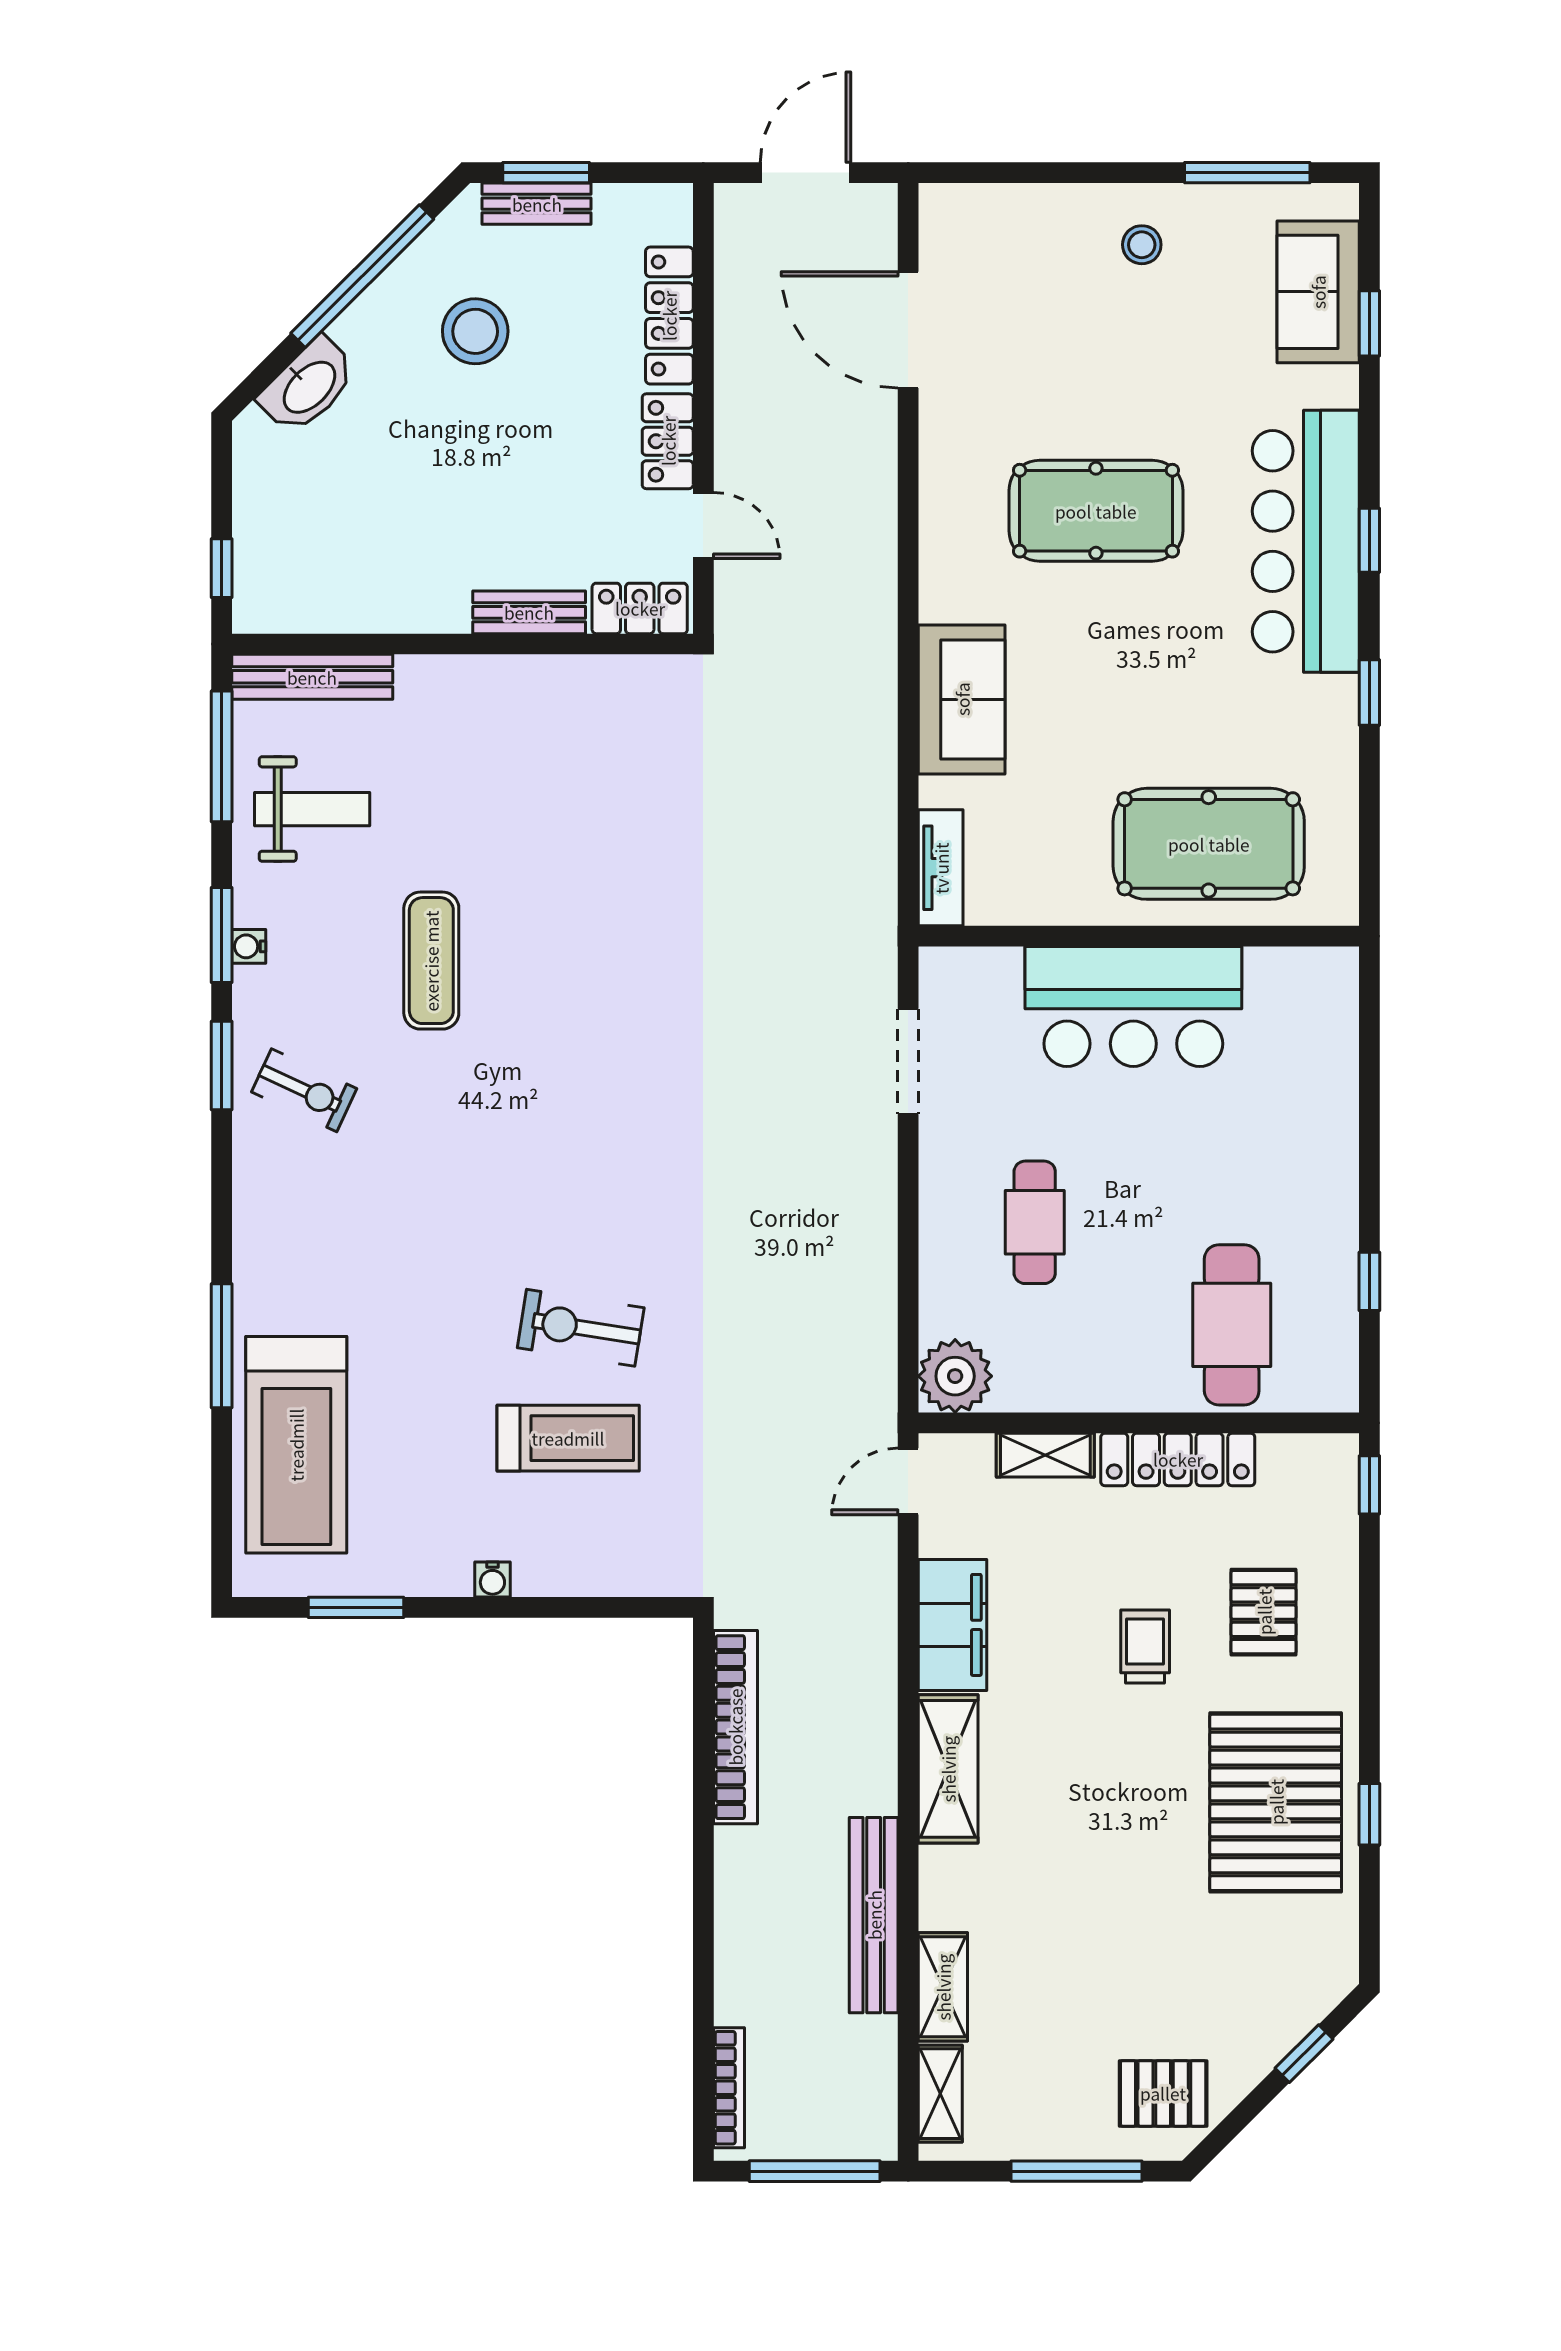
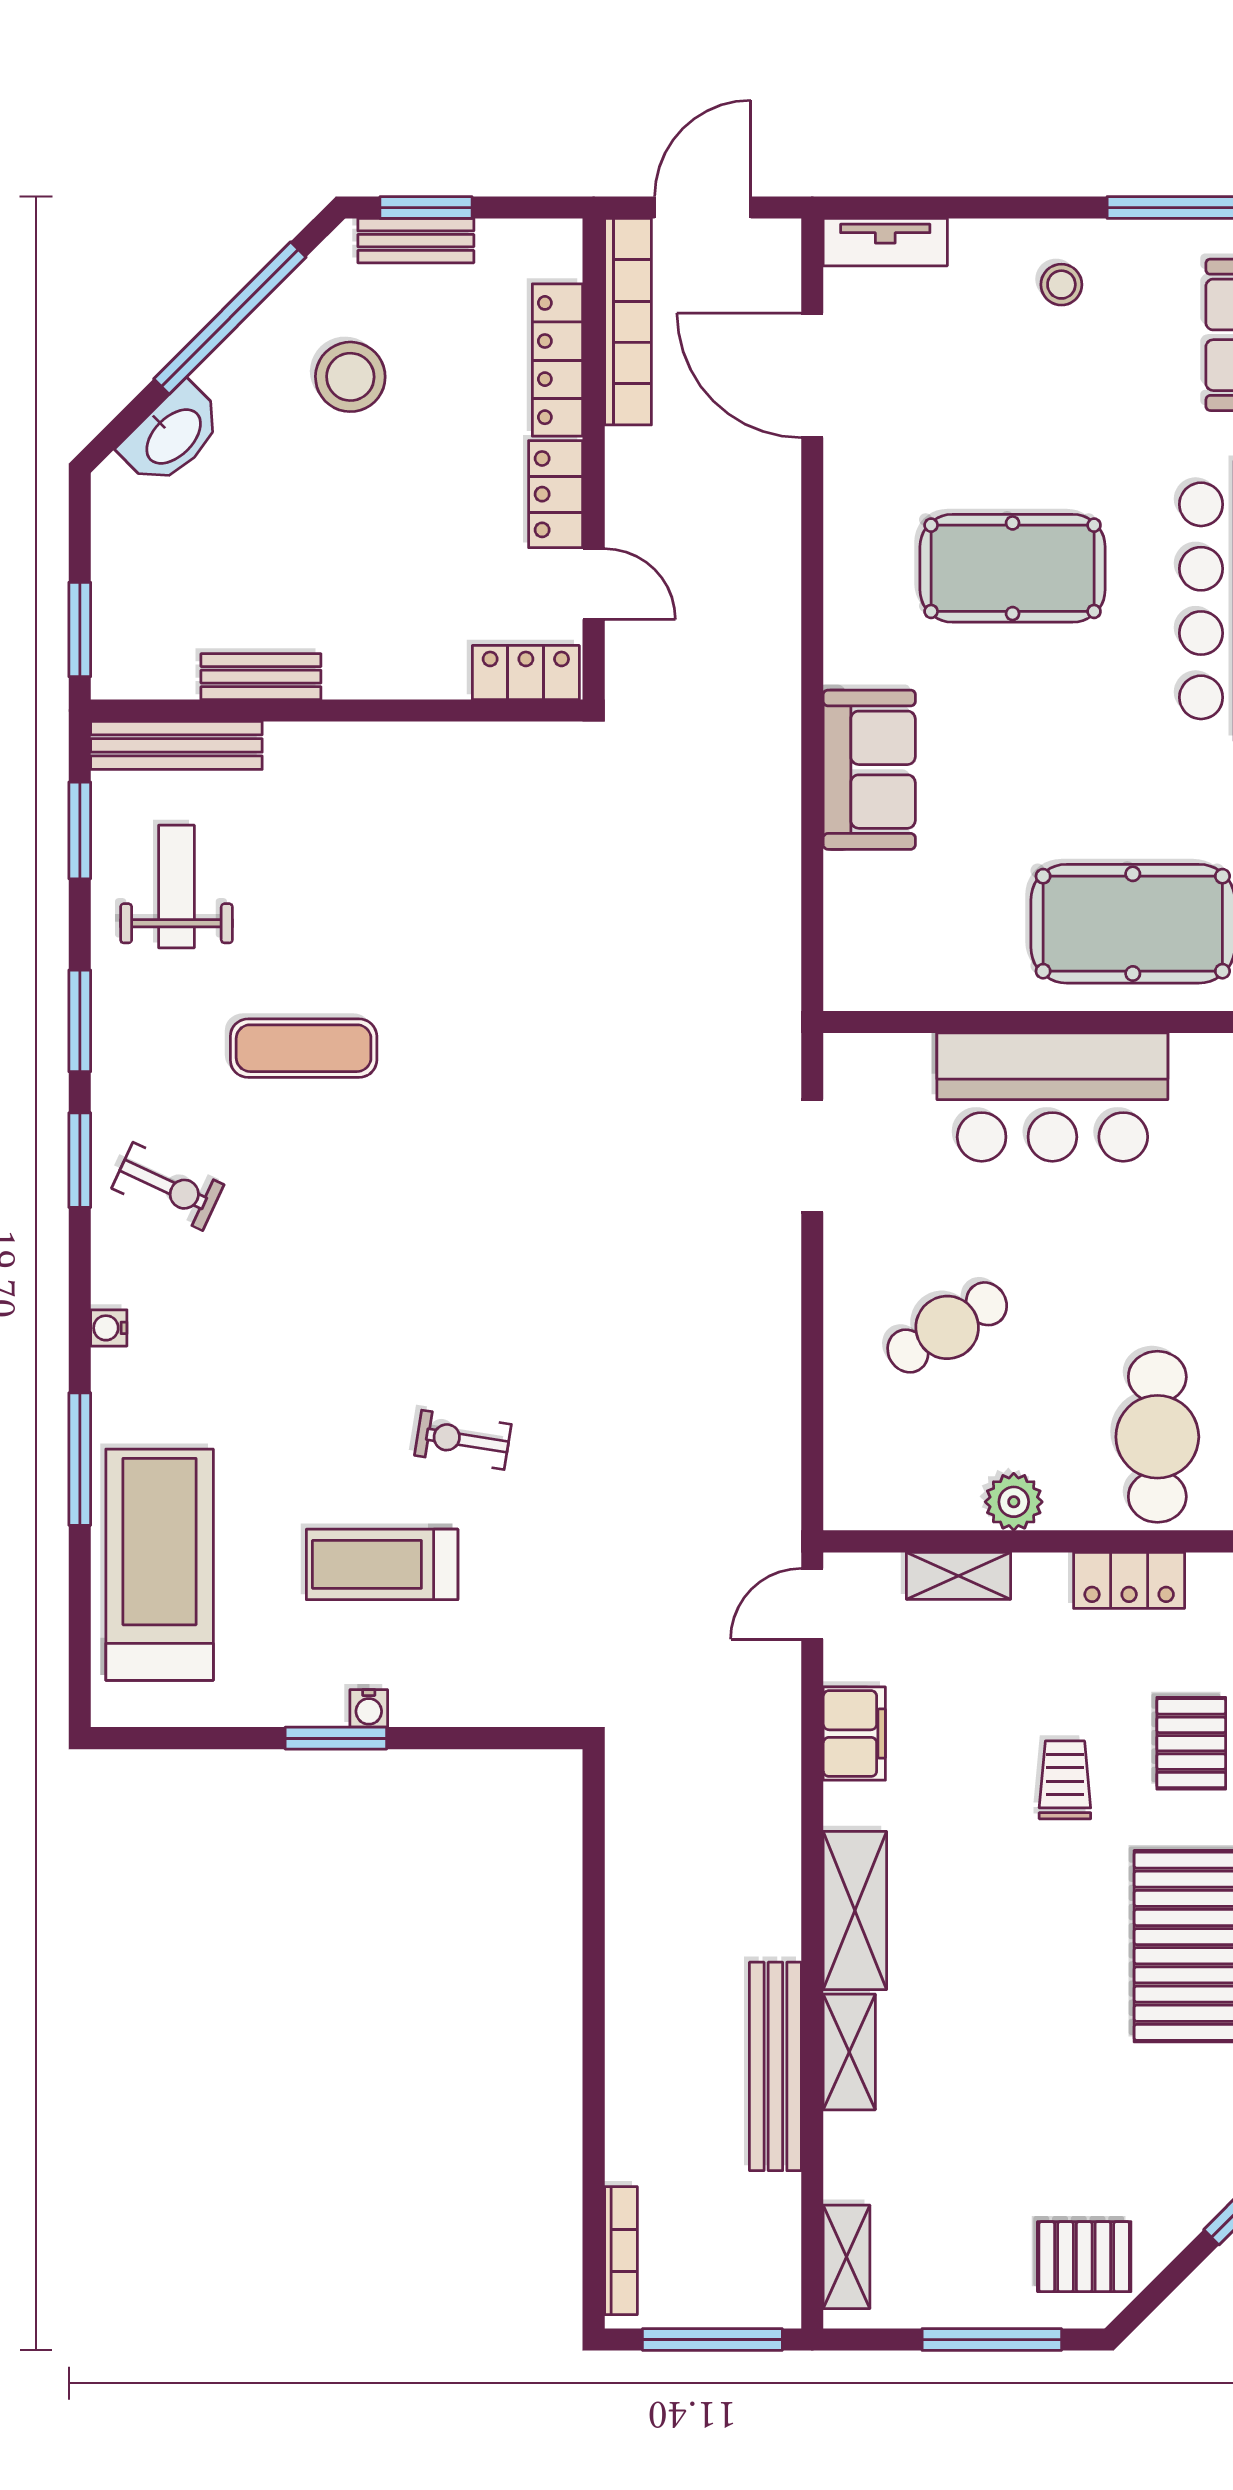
window: (222, 568) -> (80, 629), width x1.50
bench: (529, 612) -> (261, 677), moved
window: (222, 756) -> (80, 830), width x0.69
weight bench: (312, 809) -> (176, 887), turned -90
tv unit: (941, 868) -> (885, 242), moved, turned 90
water cooler: (249, 946) -> (109, 1328), moved
exercise mat: (431, 961) -> (304, 1048), turned 90
cafe table: (1035, 1222) -> (947, 1327), turned 59
exercise bike: (581, 1328) -> (463, 1440), width x0.73, depth x0.72
plant: (955, 1376) -> (1014, 1502), moved, width x0.73, depth x0.73
treadmill: (568, 1438) -> (382, 1564), moved, turned 180
treadmill: (296, 1445) -> (160, 1565), turned 180
locker: (1178, 1459) -> (1129, 1580), width x0.66
window: (356, 1607) -> (336, 1738), moved
filing cabinet: (953, 1625) -> (854, 1734), width x0.67, depth x0.86
bookcase: (735, 1727) -> (628, 322), moved
shelving: (943, 1987) -> (849, 2052), moved

